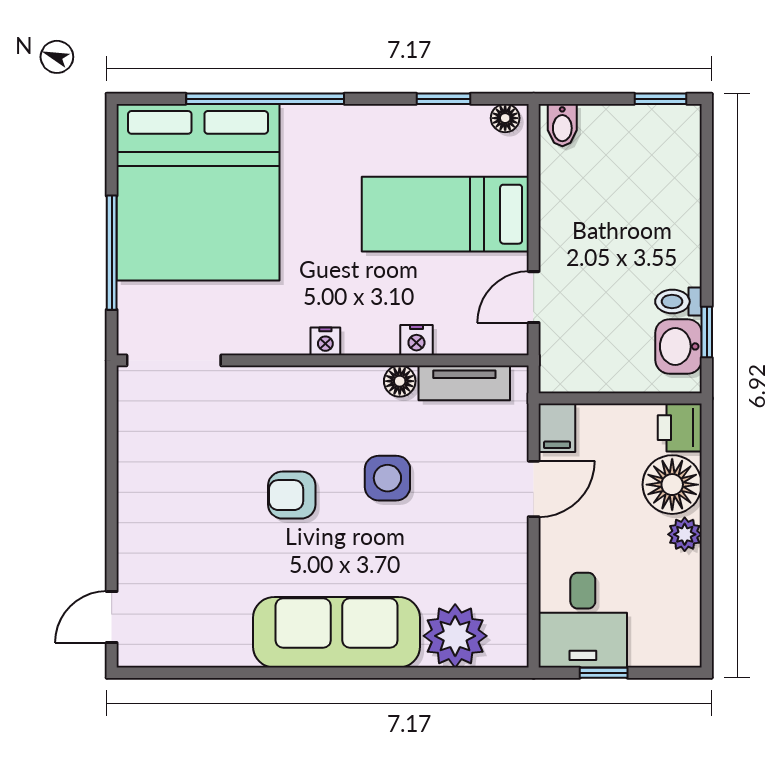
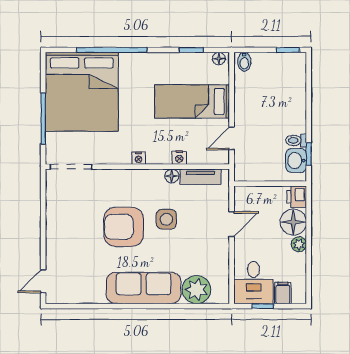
filing cabinet: (557, 428) -> (283, 293), moved, turned 180
armchair: (292, 495) -> (124, 227), width x1.88, depth x1.88

